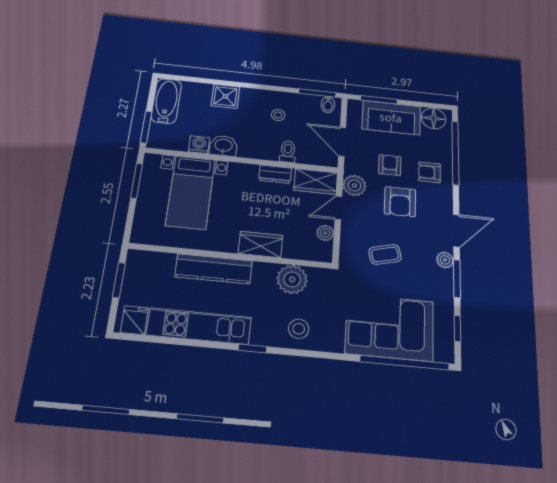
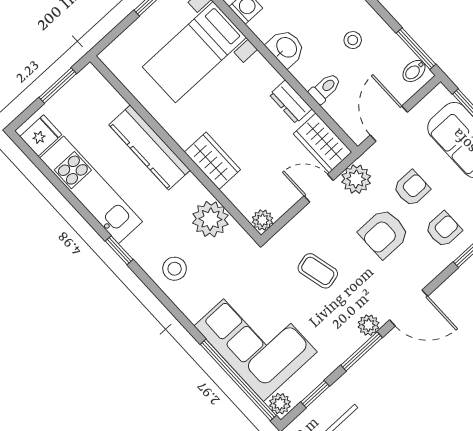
washbasin: (223, 146) -> (286, 48), moved
armchair: (429, 172) -> (443, 229), turned 90
plant: (325, 233) -> (262, 220), moved
plant: (444, 354) -> (280, 404), added

